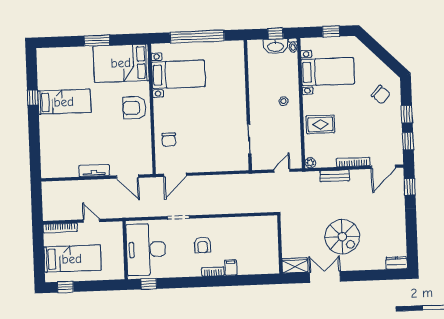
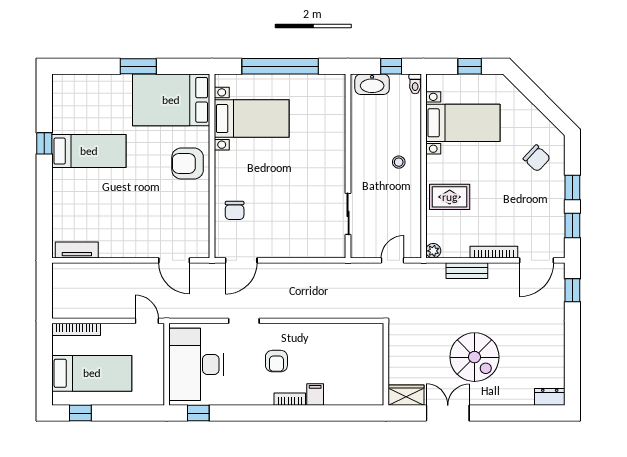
washbasin: (275, 46) -> (372, 84), moved
tv unit: (94, 171) -> (77, 250), moved
door: (91, 221) -> (147, 321), moved

